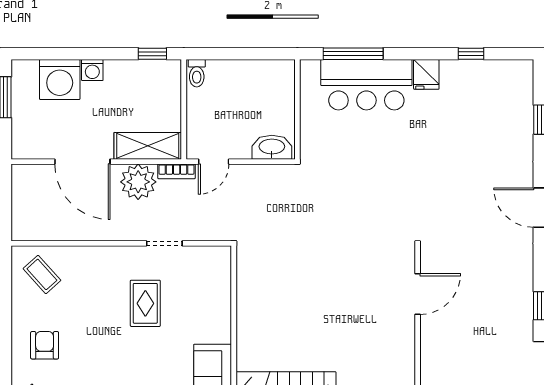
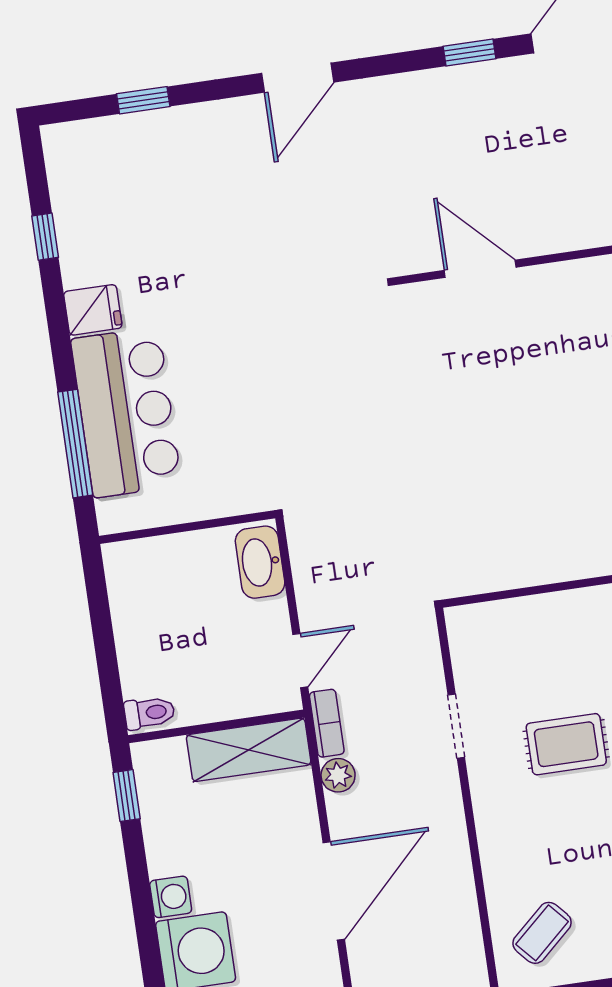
shelving: (148, 146) -> (249, 750), moved, turned 90
door: (214, 162) -> (300, 661), hinge flipped
plant: (138, 182) -> (338, 775), width x0.53, depth x0.53

